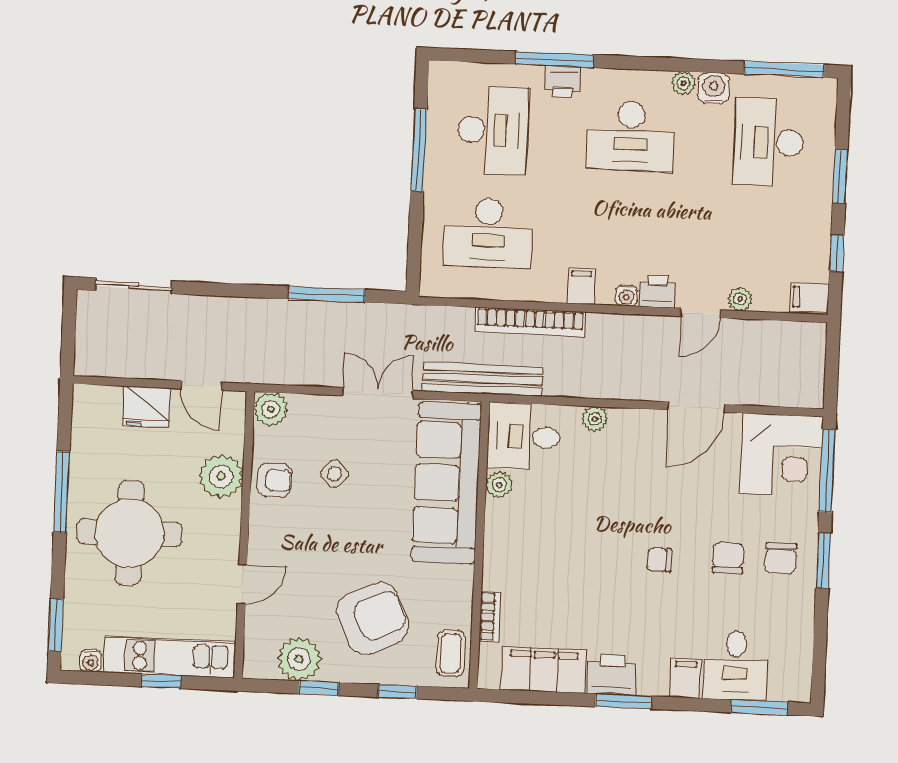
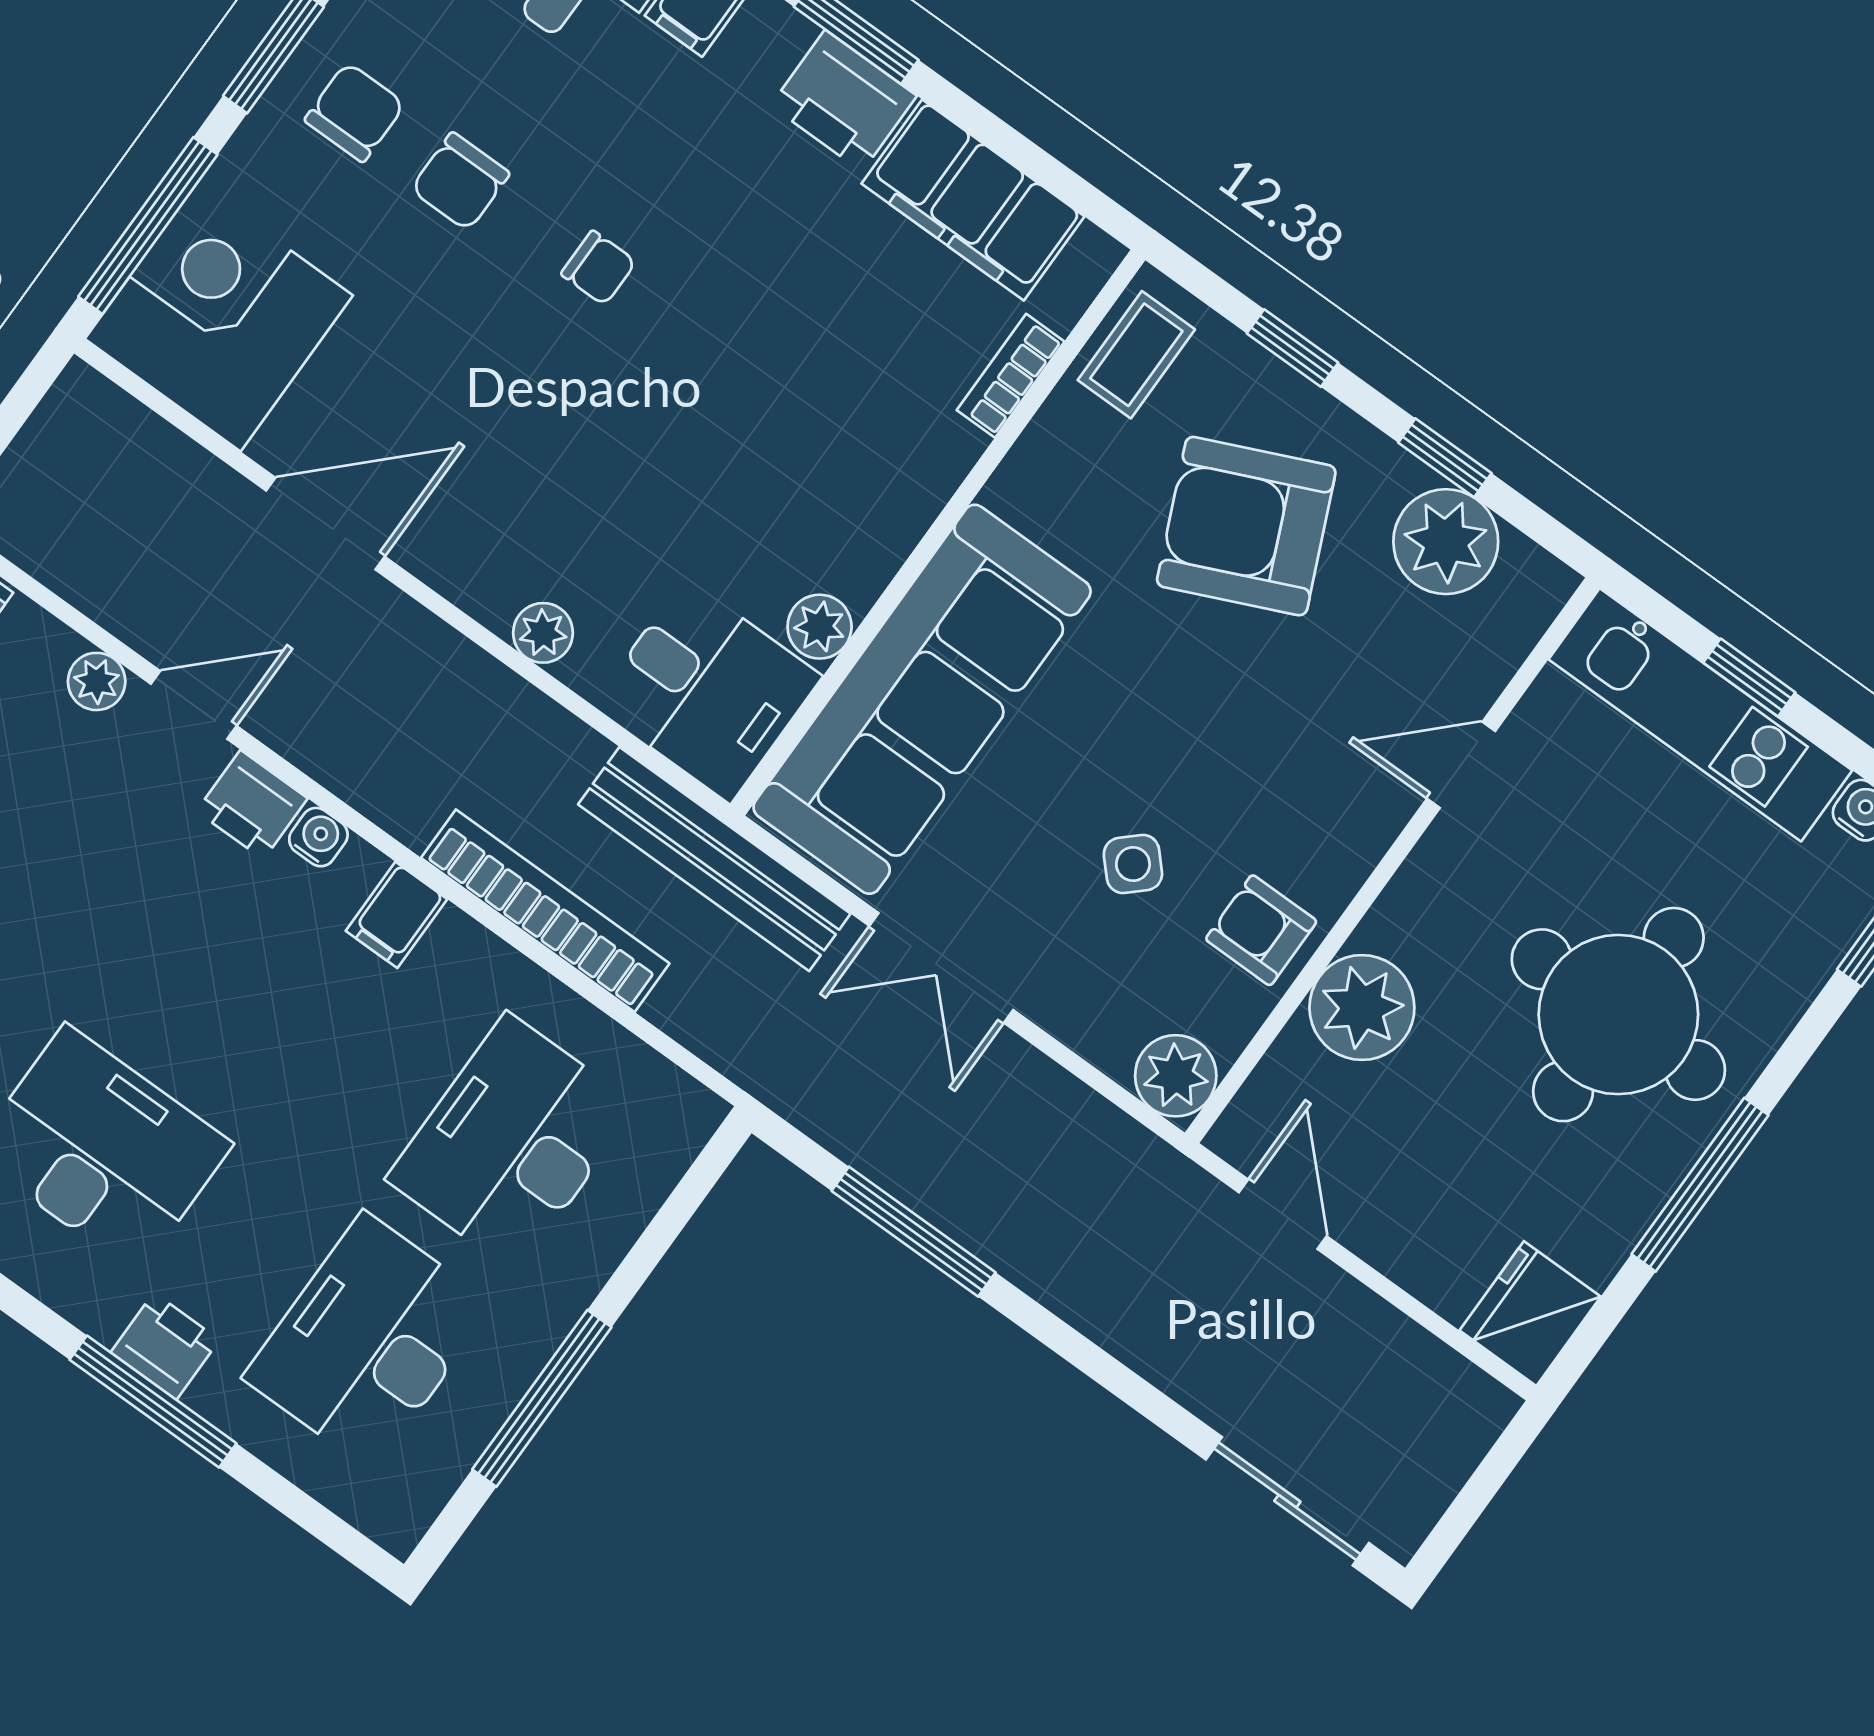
desk: (488, 233) -> (512, 1143), turned -90
fridge: (147, 407) -> (1530, 1314), moved, turned -90

